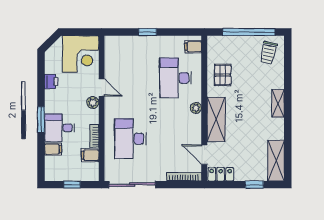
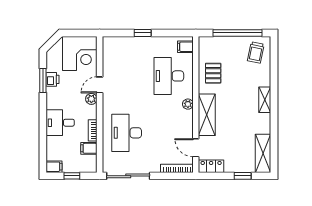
door: (102, 87) -> (100, 85), swing flipped
window: (41, 120) -> (43, 81), moved
filing cabinet: (53, 149) -> (54, 167), moved

